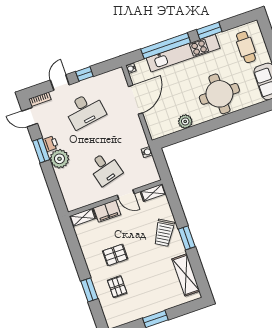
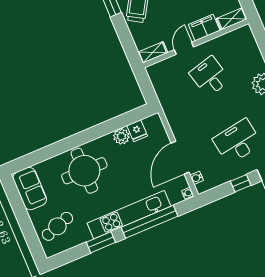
cafe table: (246, 47) -> (57, 226), turned 71
fridge: (171, 126) -> (137, 131), added
water cooler: (147, 152) -> (197, 178), moved
door: (126, 194) -> (184, 48), hinge flipped

